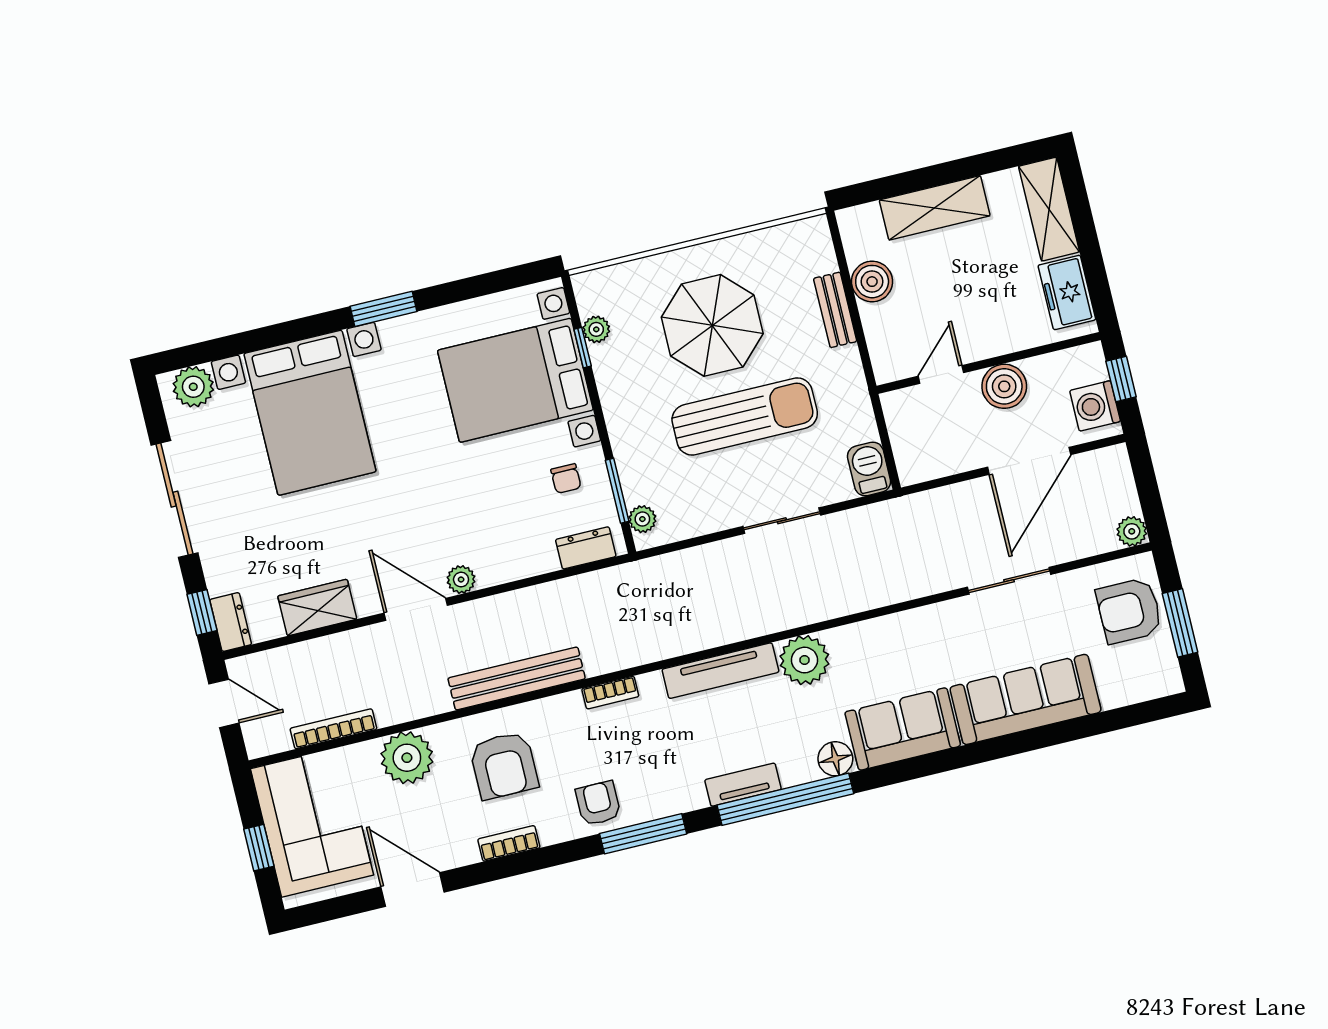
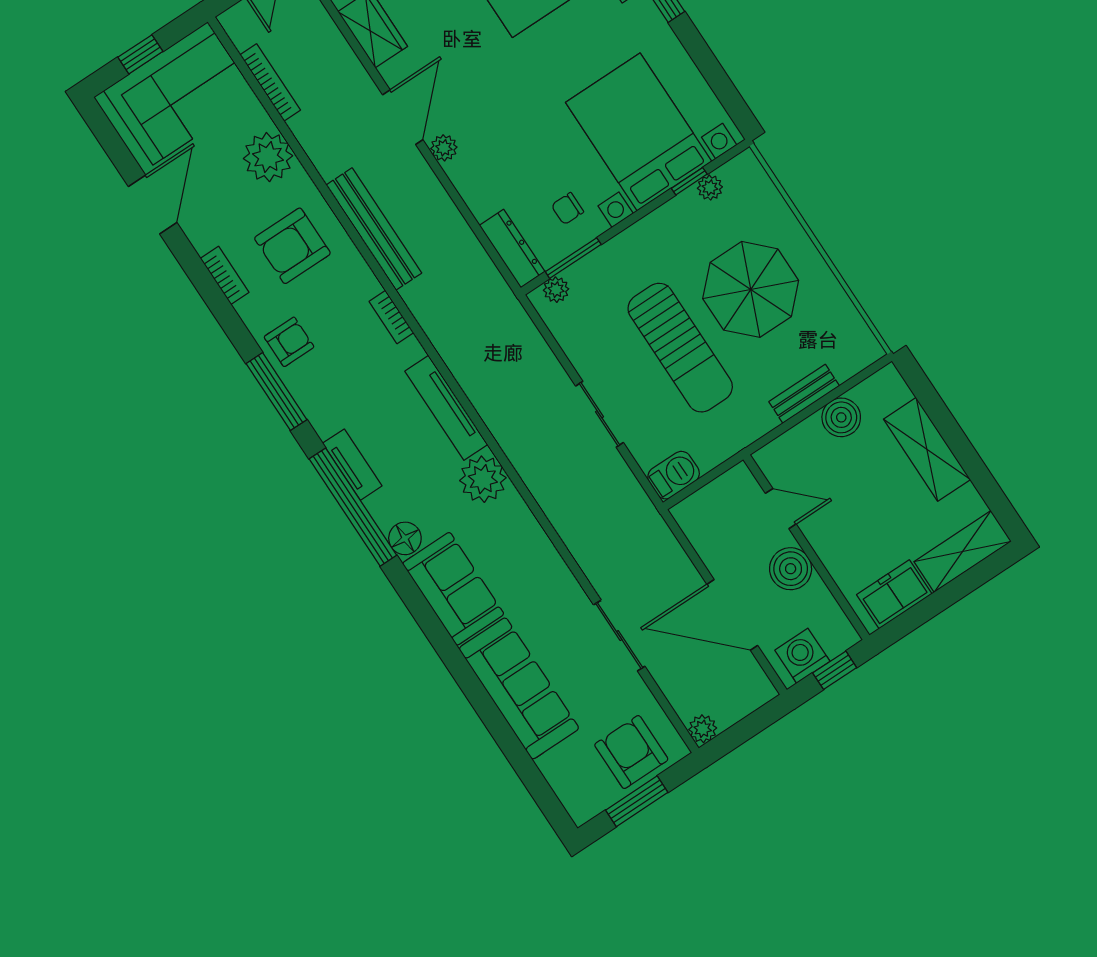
dresser: (586, 548) -> (512, 249), width x1.44

